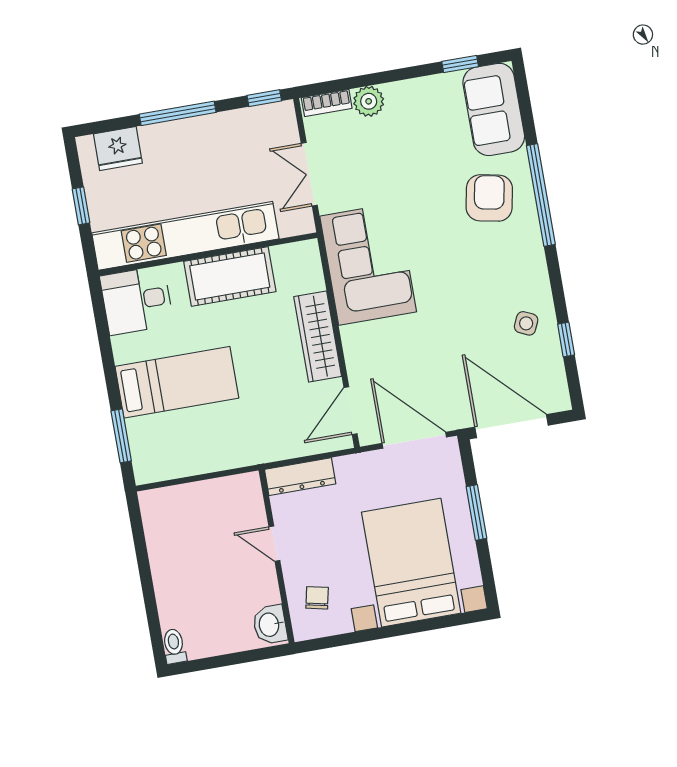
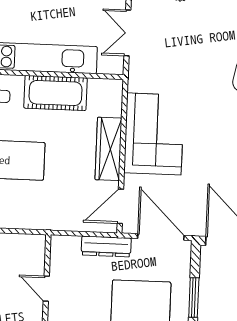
corner sofa: (368, 264) -> (154, 134), moved
dresser: (300, 477) -> (106, 246), moved

